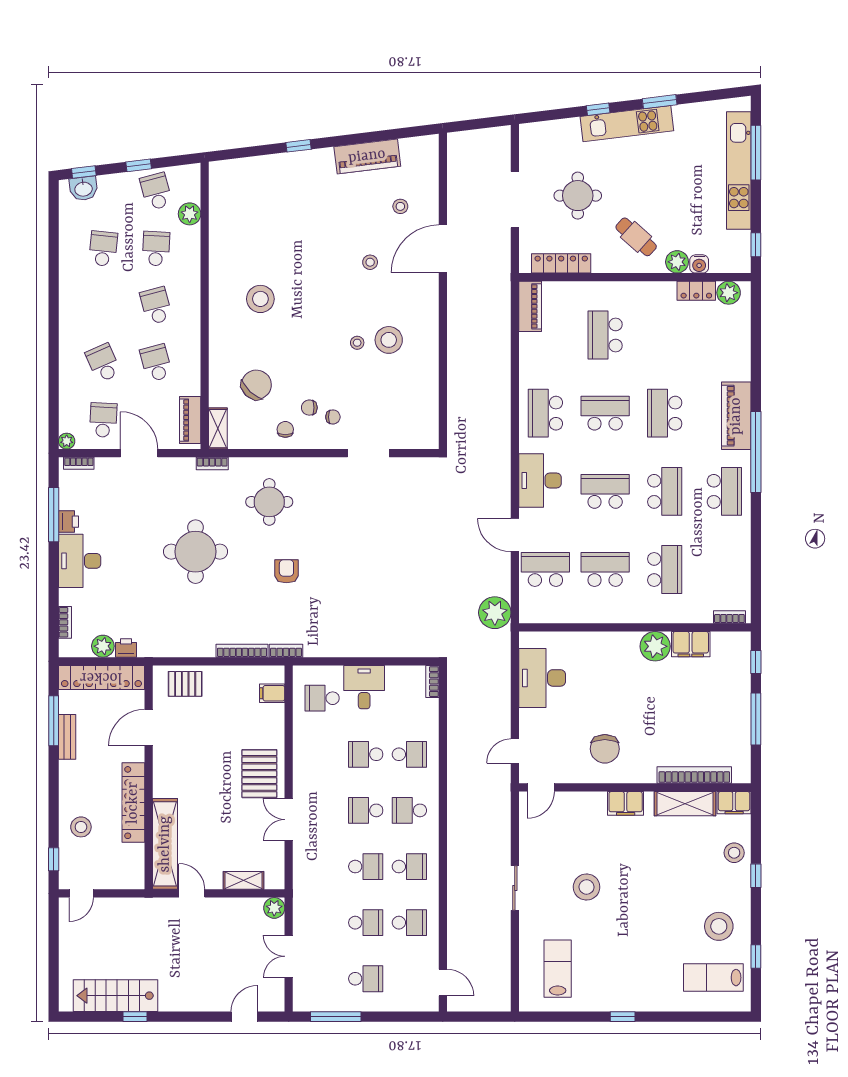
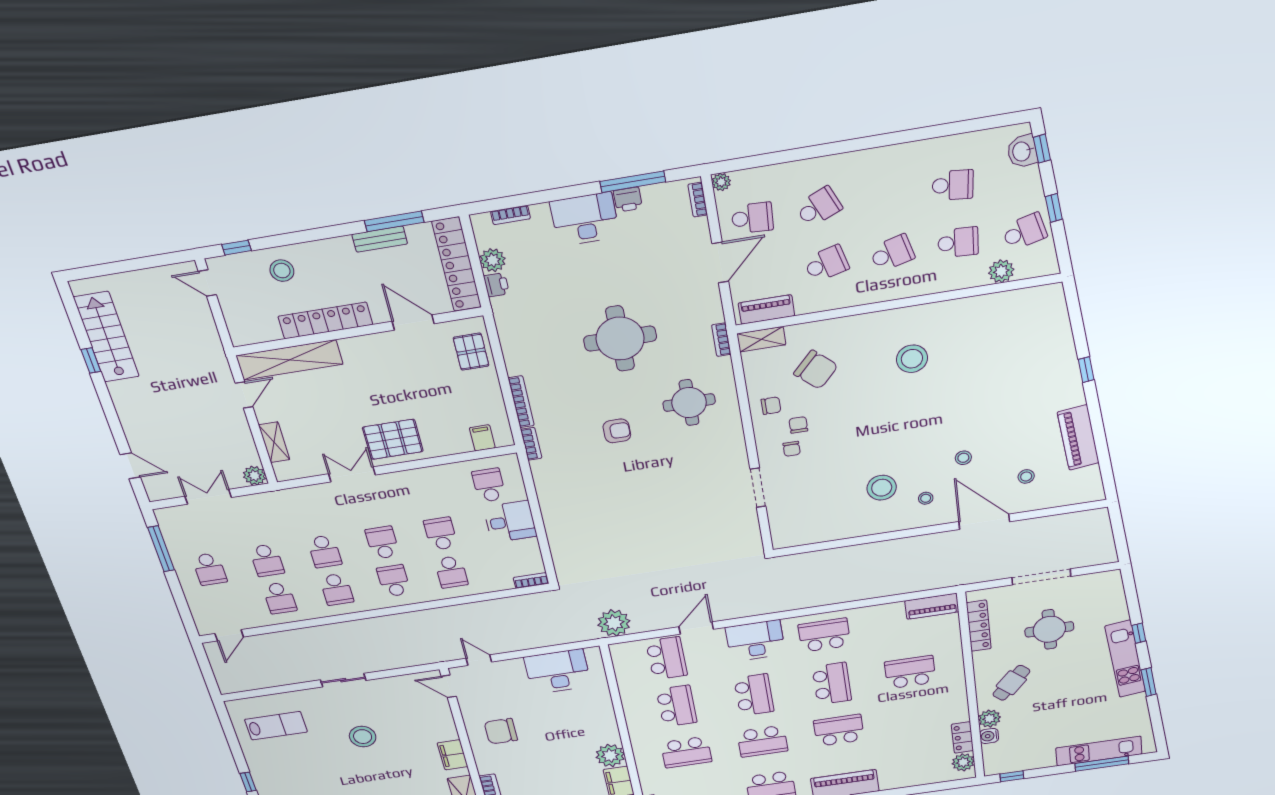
kitchen unit: (739, 171) -> (1099, 751), width x0.73
stool: (357, 343) -> (926, 498), moved

